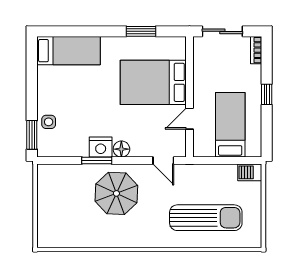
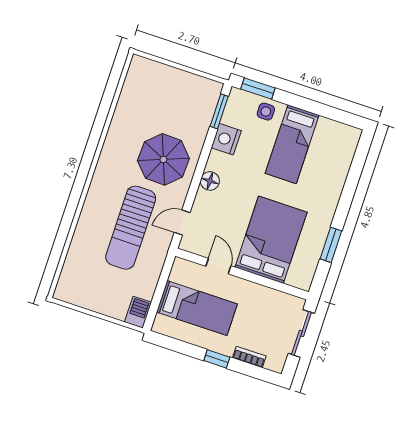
bookcase: (256, 50) -> (249, 357), moved
bed: (68, 51) -> (292, 144), moved
nightstand: (101, 147) -> (226, 139), moved
window: (97, 161) -> (219, 111), moved
sun lounger: (206, 218) -> (131, 228), moved

